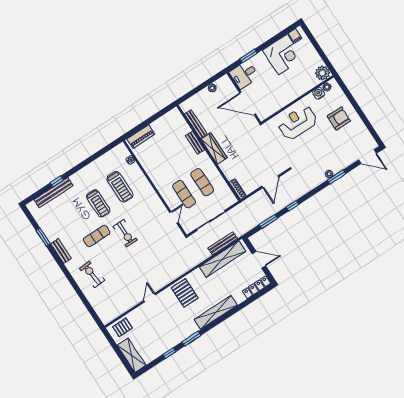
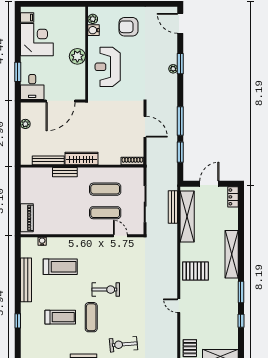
plant: (322, 73) -> (77, 56), moved
armchair: (339, 118) -> (128, 27), turned -90
door: (368, 157) -> (180, 23), swing flipped
bench: (53, 193) -> (26, 280), moved
treadmill: (98, 203) -> (60, 317), moved
window: (292, 206) -> (180, 121), width x2.17
locker: (256, 287) -> (233, 197), width x0.66

